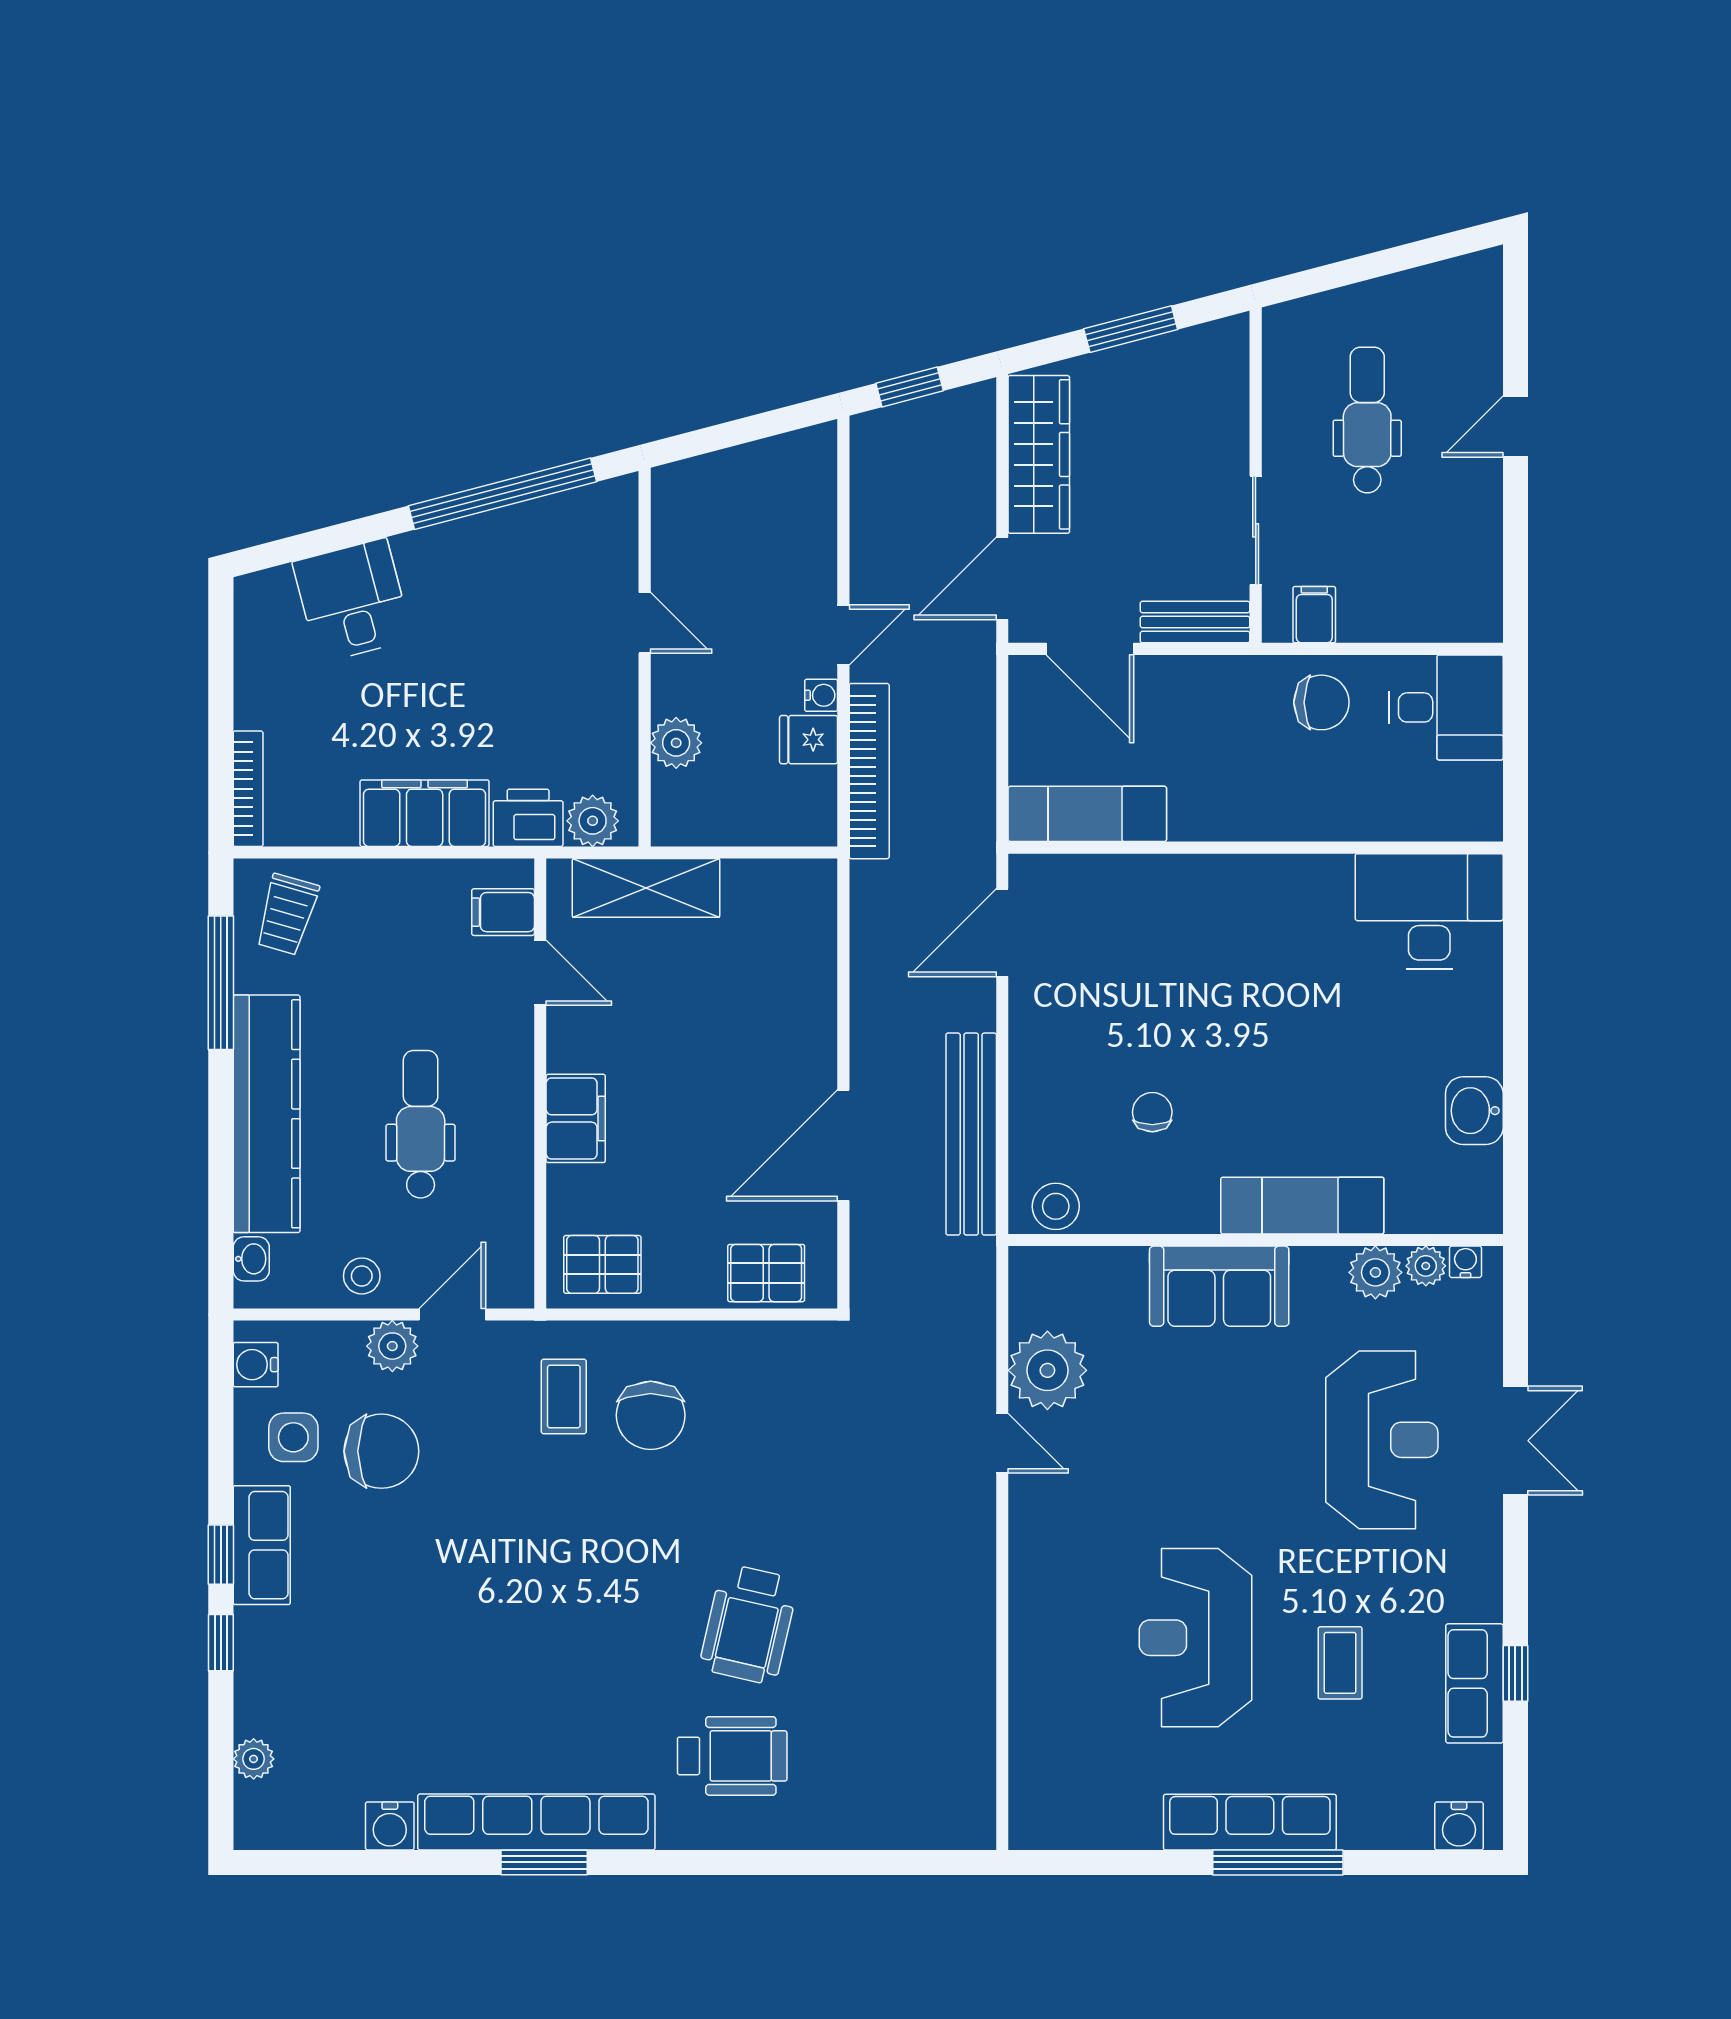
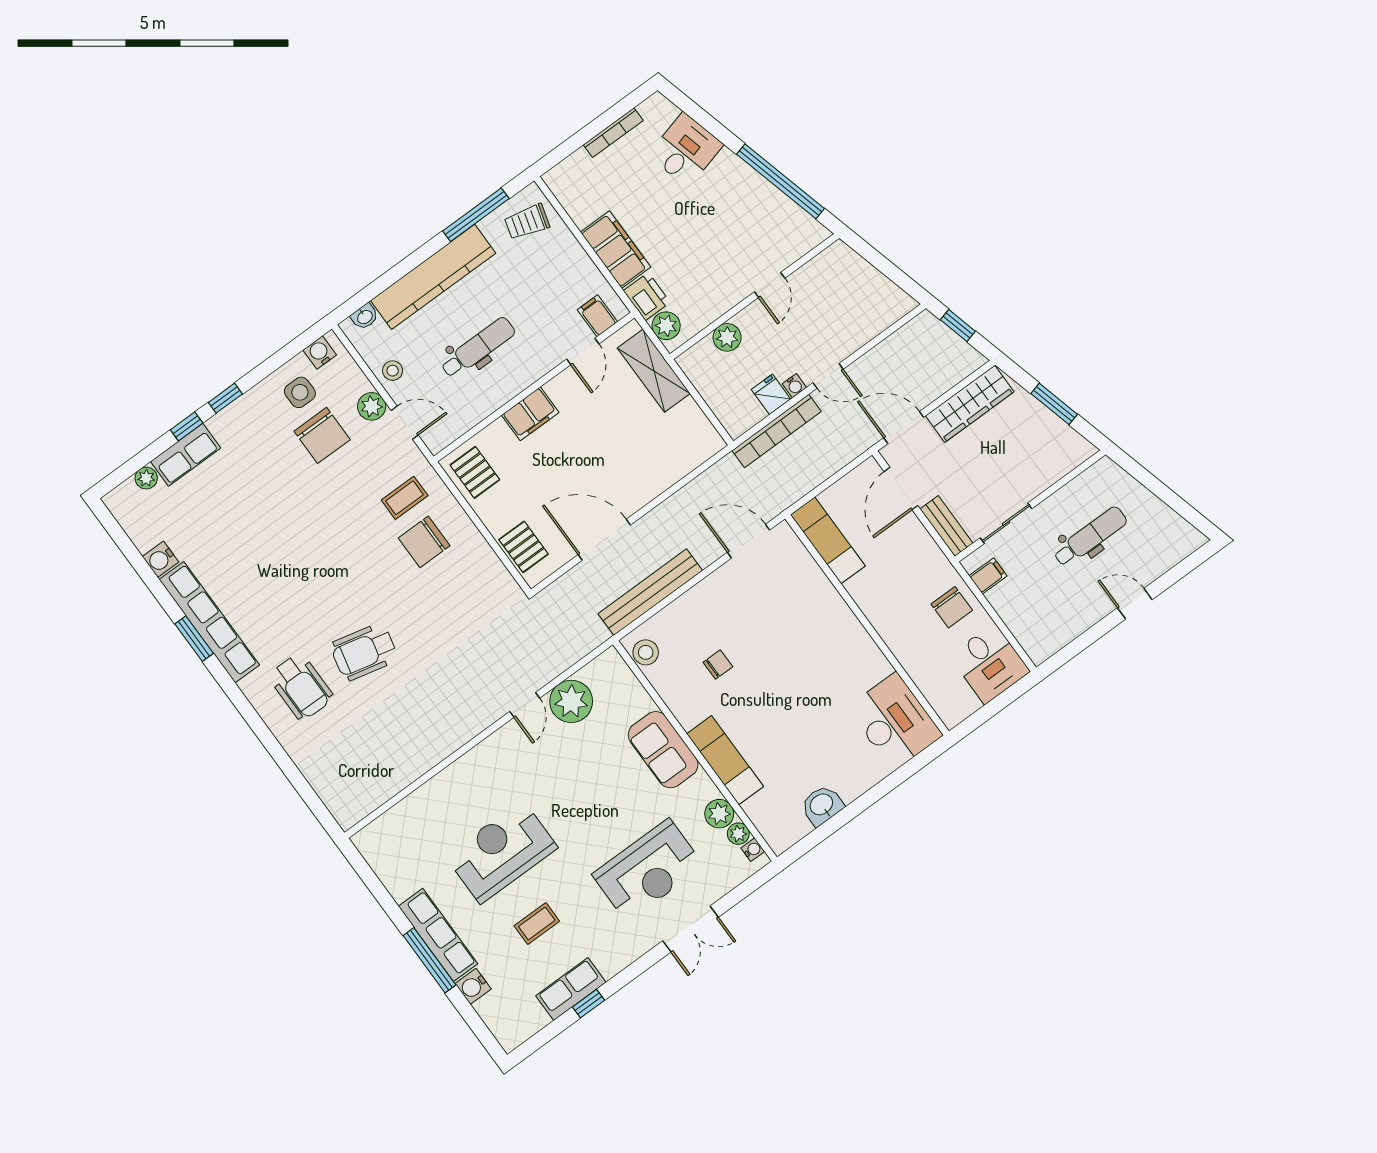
bookcase: (248, 789) -> (613, 133), moved
row of seats: (262, 1545) -> (186, 455), moved
water cooler: (1459, 1826) -> (473, 986), moved

